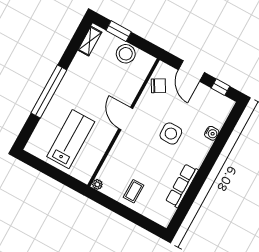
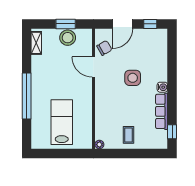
window: (119, 31) -> (66, 24), moved
door: (191, 71) -> (122, 24), hinge flipped
door: (126, 119) -> (94, 67), moved
water cooler: (212, 133) -> (162, 87), moved
window: (181, 213) -> (172, 132), added

